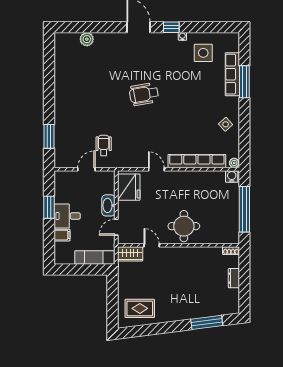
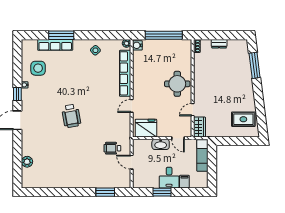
rug: (140, 308) -> (243, 119), turned 90

